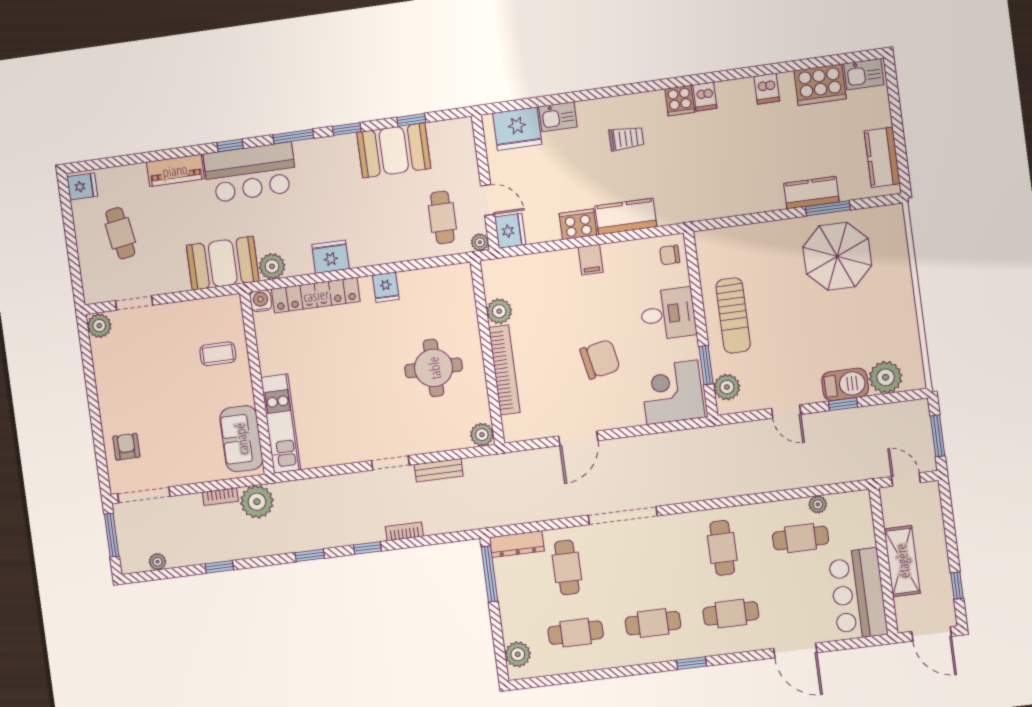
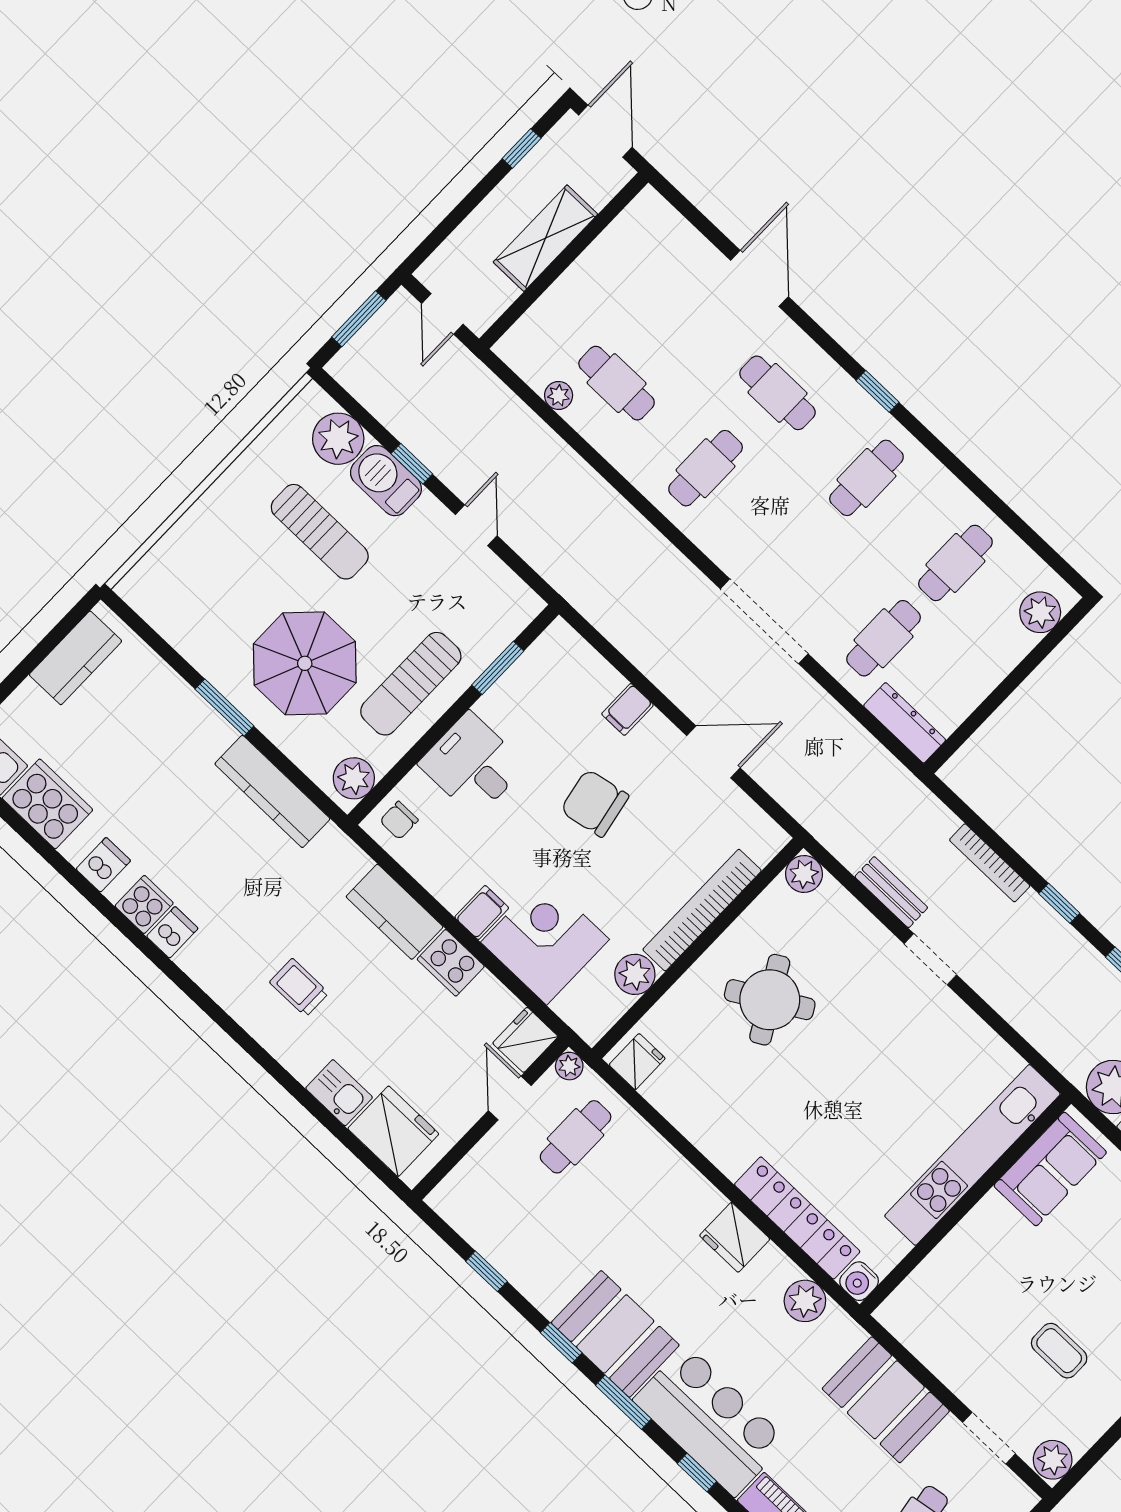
cooker: (680, 101) -> (144, 904), moved
booth: (394, 150) -> (615, 1334), moved
kitchen counter: (811, 193) -> (272, 791), moved, width x1.50
window: (828, 208) -> (224, 707), moved
chair: (670, 255) -> (399, 820), turned 90
parasol: (837, 256) -> (305, 663), moved
booth: (223, 263) -> (886, 1400), moved
fridge: (386, 287) -> (637, 1062), moved
sun lounger: (733, 315) -> (411, 684), turned 180
sun lounger: (846, 331) -> (320, 532), added
coffee table: (218, 354) -> (1059, 1351), moved
round table: (434, 368) -> (770, 1000), turned -30
plant: (727, 387) -> (354, 778), moved
corner desk: (672, 392) -> (545, 941), moved, turned 180
filing cabinet: (633, 413) -> (628, 709), added
kitchen unit: (281, 424) -> (972, 1155), width x1.36
bookcase: (404, 531) -> (990, 863), width x1.56
window: (489, 574) -> (969, 727), removed
bar counter: (858, 594) -> (628, 259), removed
cafe table: (653, 623) -> (866, 478), turned 90
cafe table: (576, 633) -> (955, 563), turned 90

